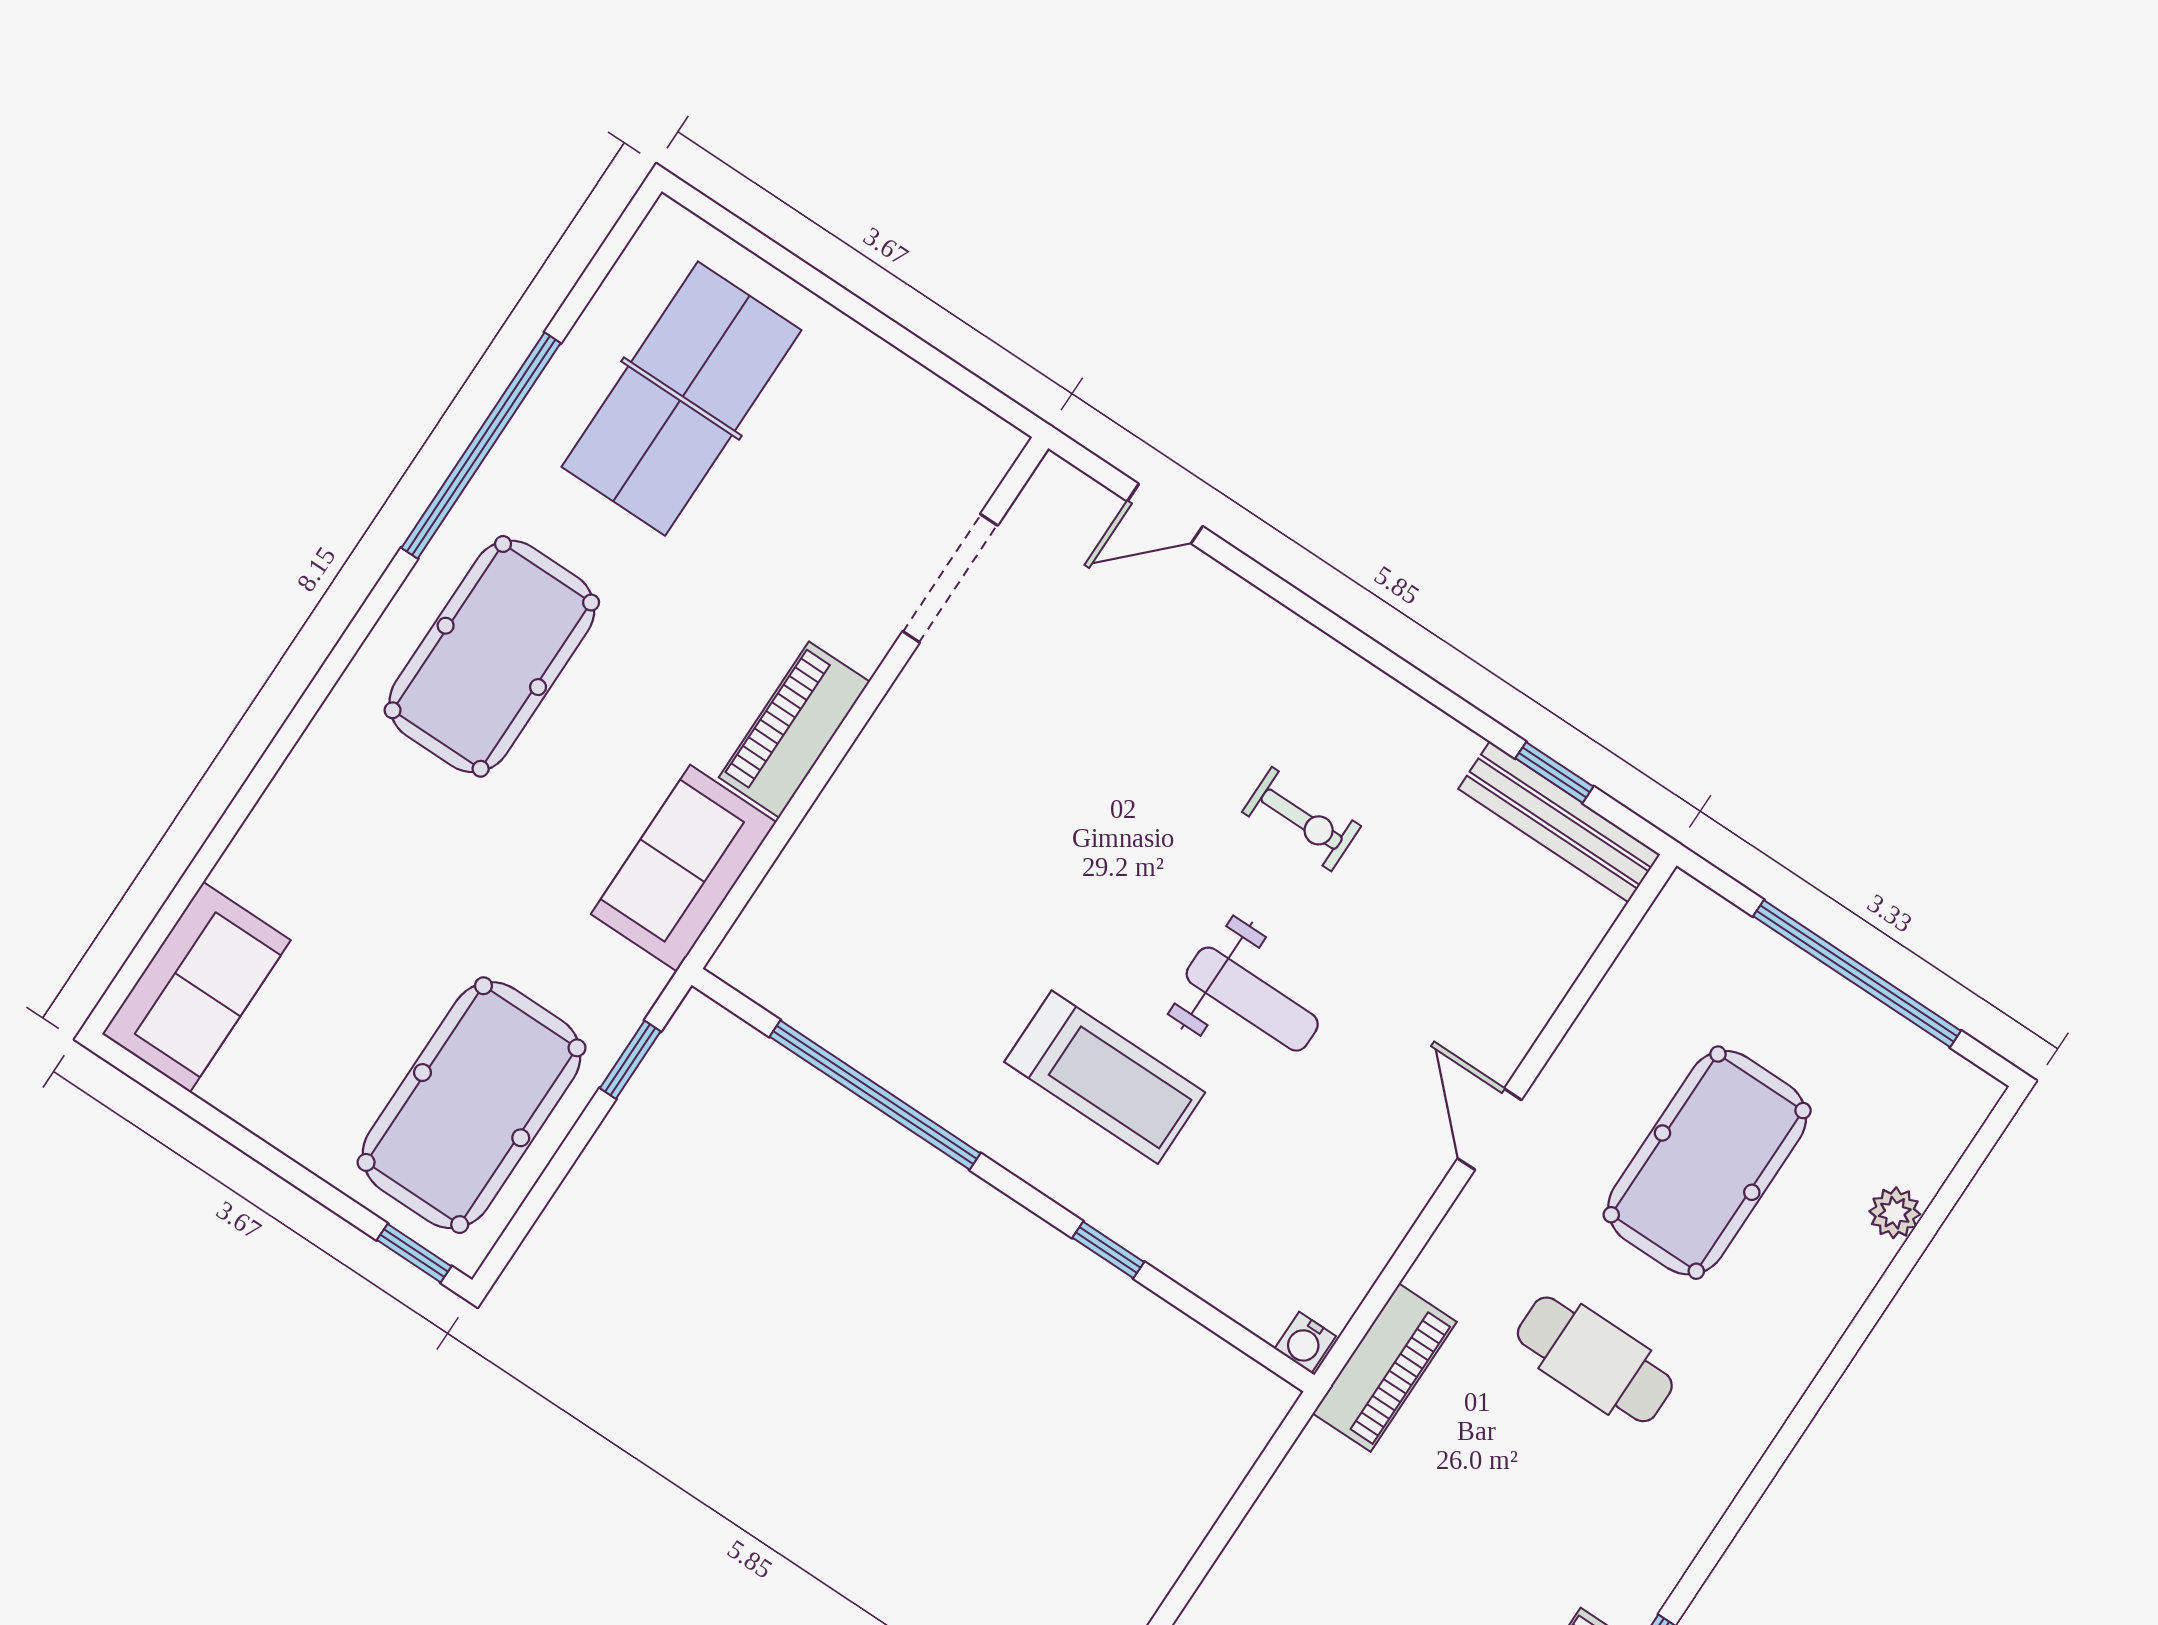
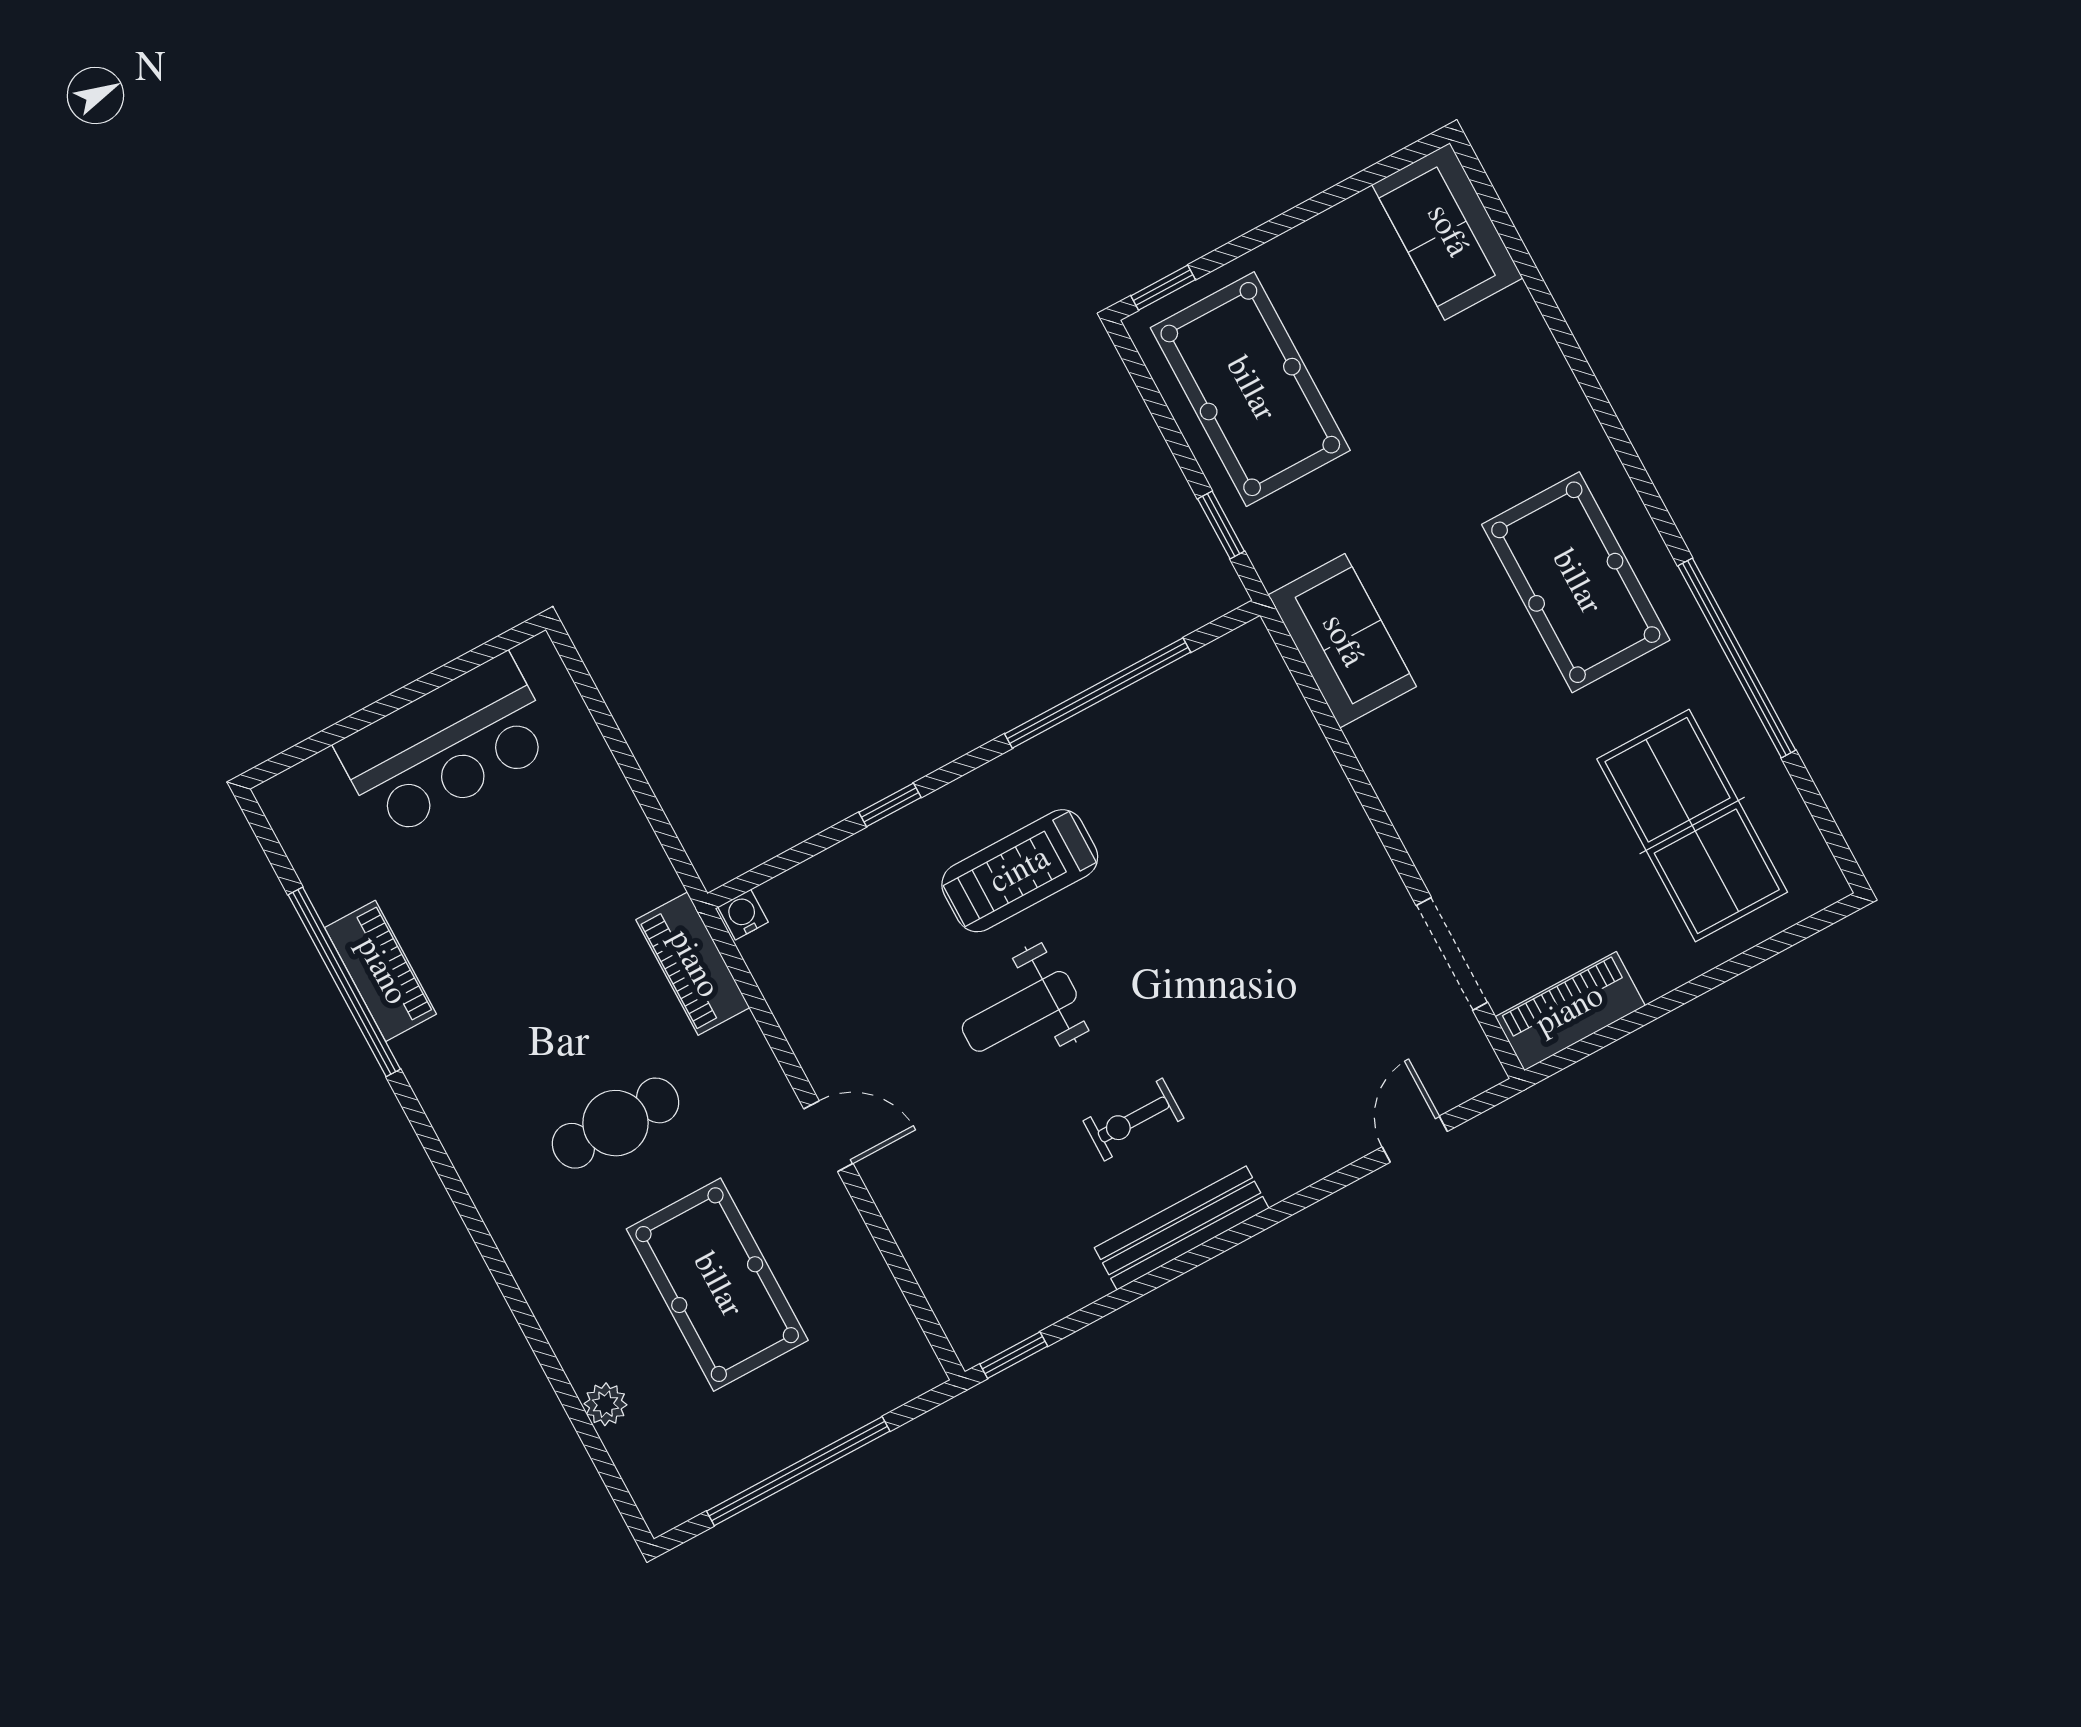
piano: (794, 730) -> (1570, 1011), moved, turned -90
window: (1554, 772) -> (1014, 1355), moved
bench: (1559, 822) -> (1182, 1228), moved

